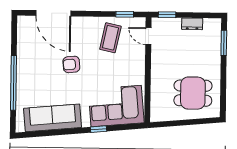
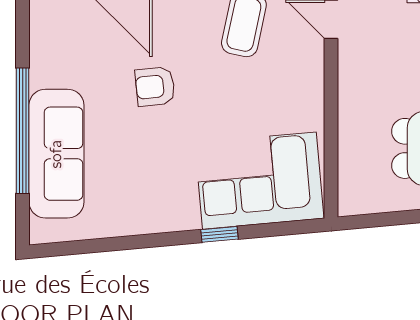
sofa: (53, 118) -> (56, 154), moved, turned 95

